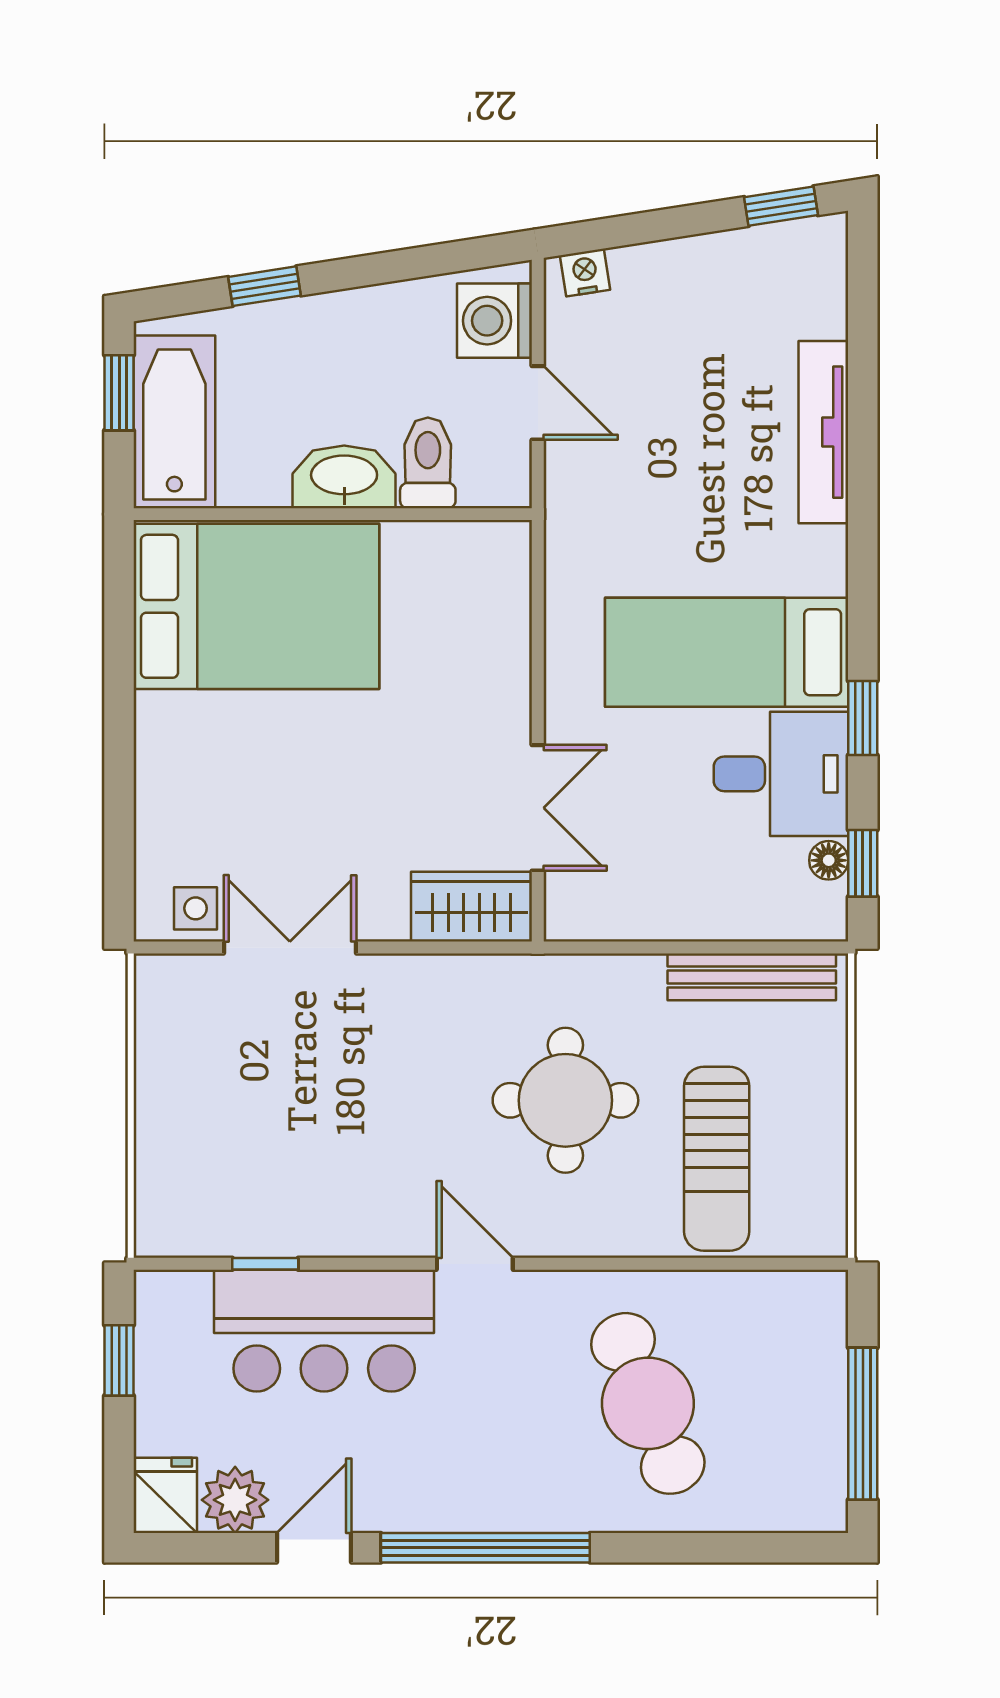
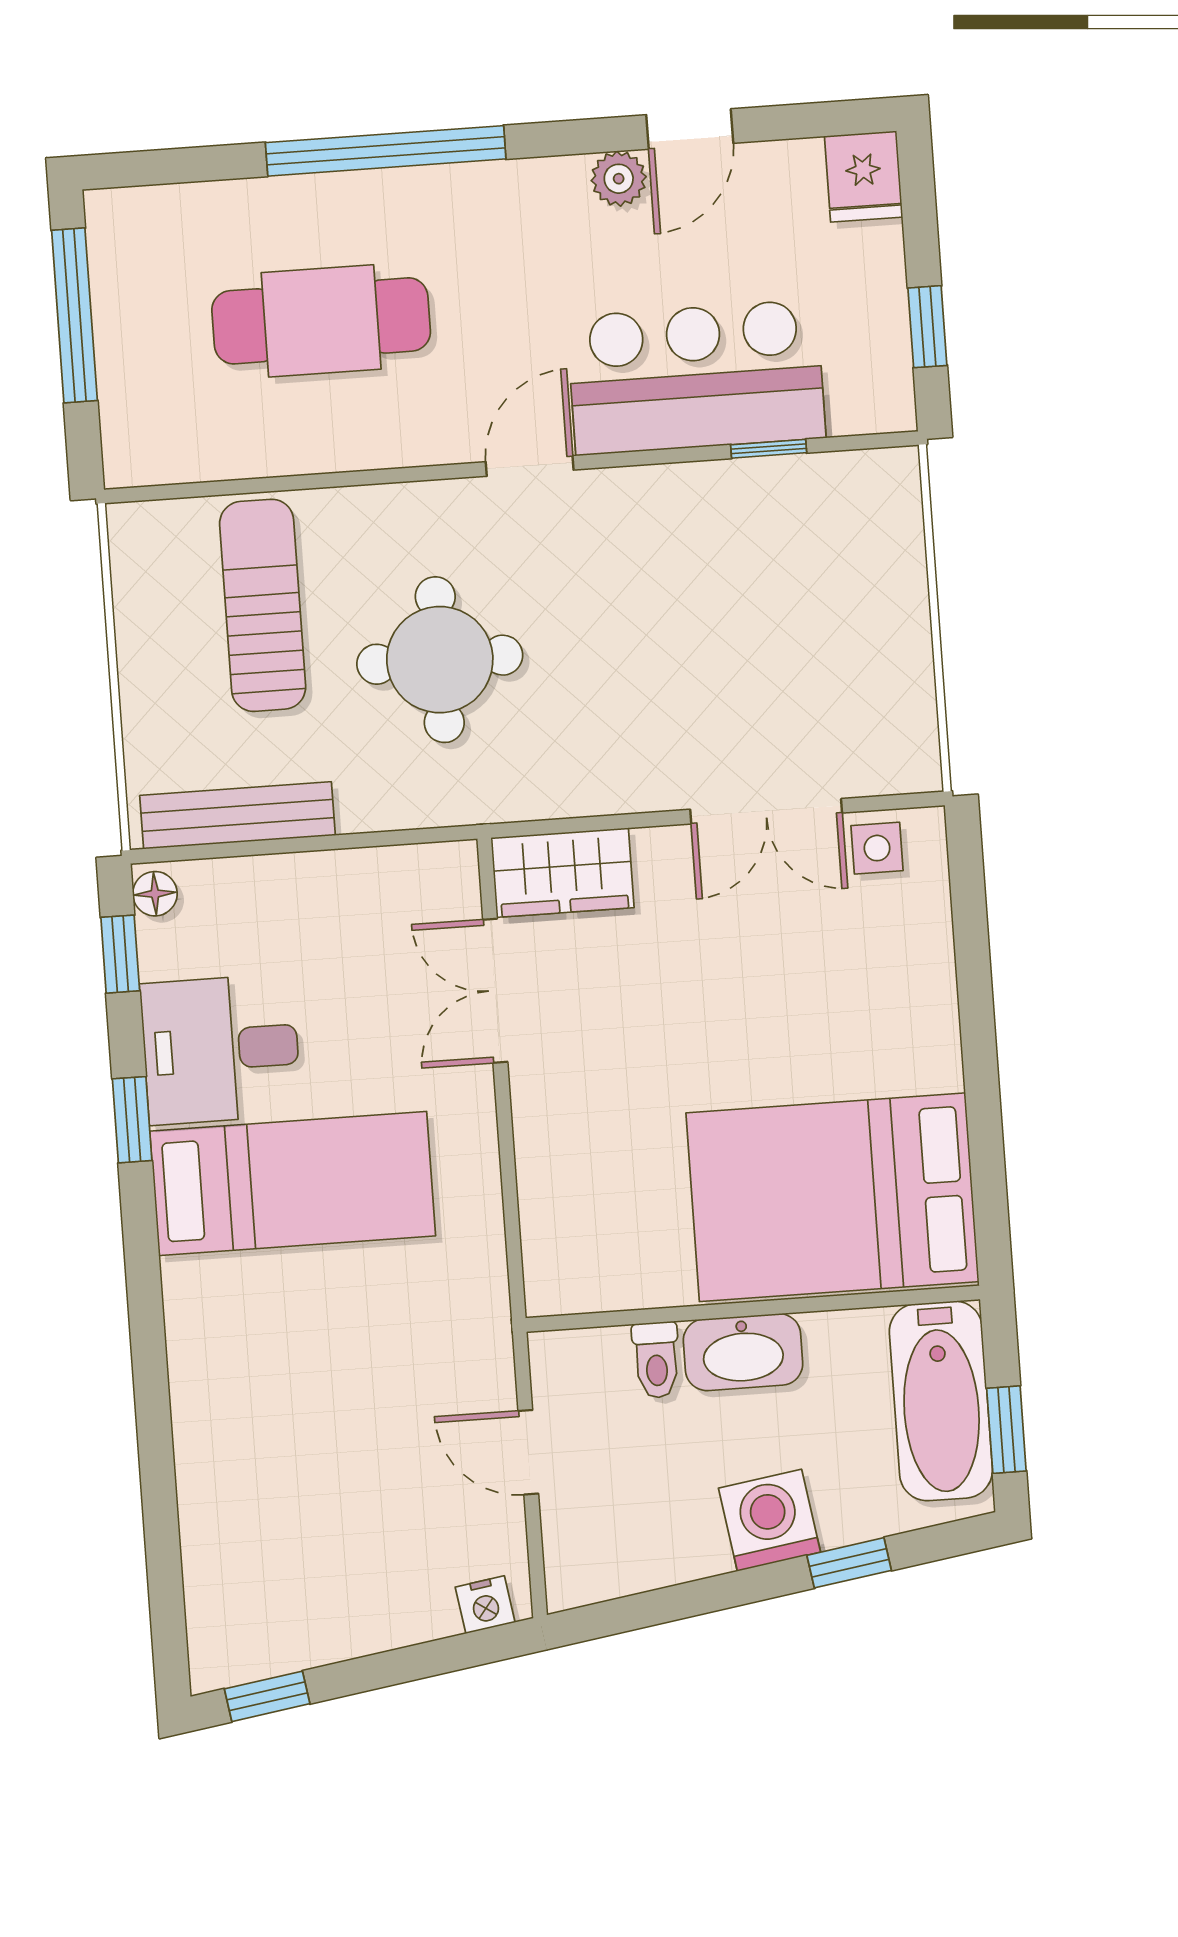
washing machine: (495, 321) -> (770, 1520), moved, turned -99
tv unit: (823, 432) -> (200, 1442), removed
toilet: (428, 463) -> (656, 1360), width x0.73, depth x0.72
floor lamp: (829, 860) -> (155, 894), moved
door: (475, 1264) -> (530, 466), swing flipped
cafe table: (648, 1403) -> (321, 321), turned -68
plant: (235, 1500) -> (619, 179), moved, width x0.73, depth x0.73
window: (485, 1548) -> (386, 151), moved

